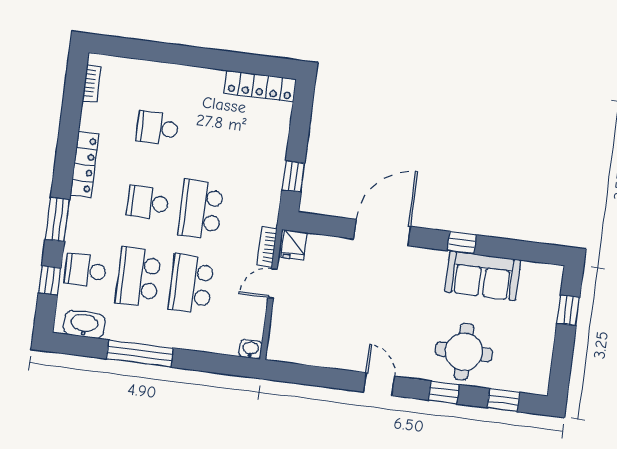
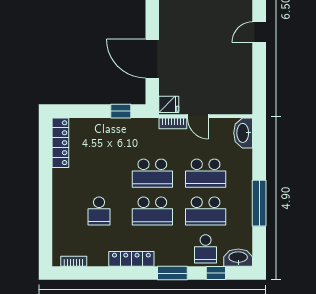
school desk: (148, 203) -> (152, 211), width x1.85
door: (382, 233) -> (152, 59), moved
washbasin: (84, 324) -> (238, 258), moved, turned 90
washbasin: (250, 349) -> (243, 133), width x1.91, depth x1.45

